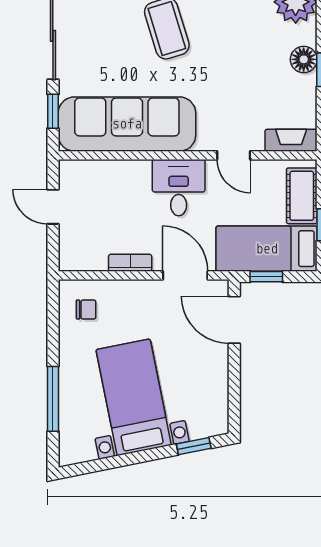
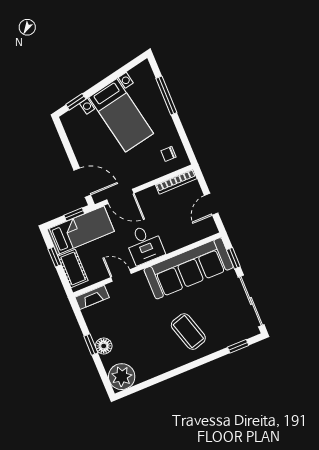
door: (53, 207) -> (211, 204), swing flipped
bookcase: (130, 263) -> (176, 182), moved, width x1.56

